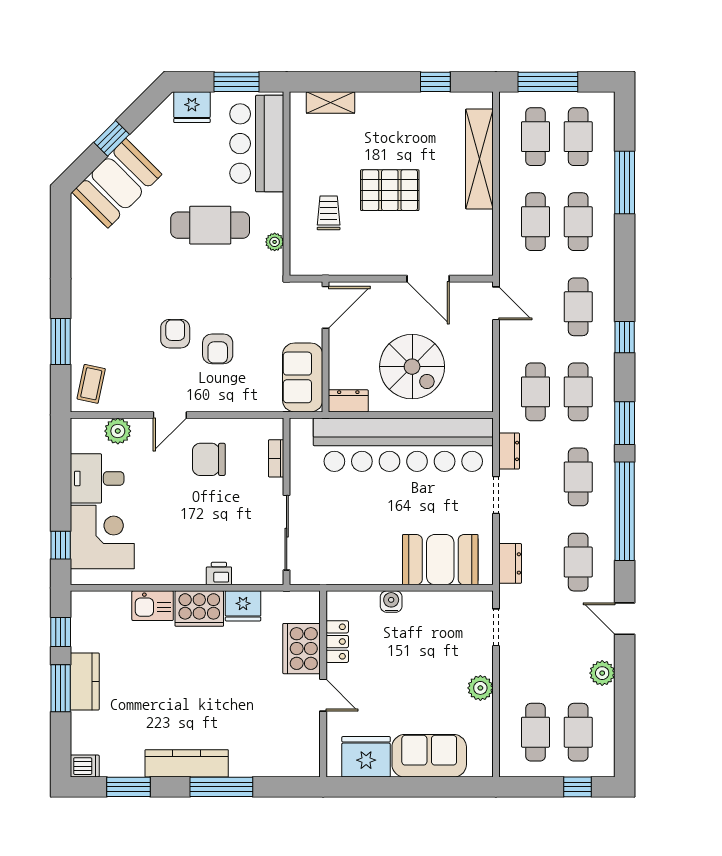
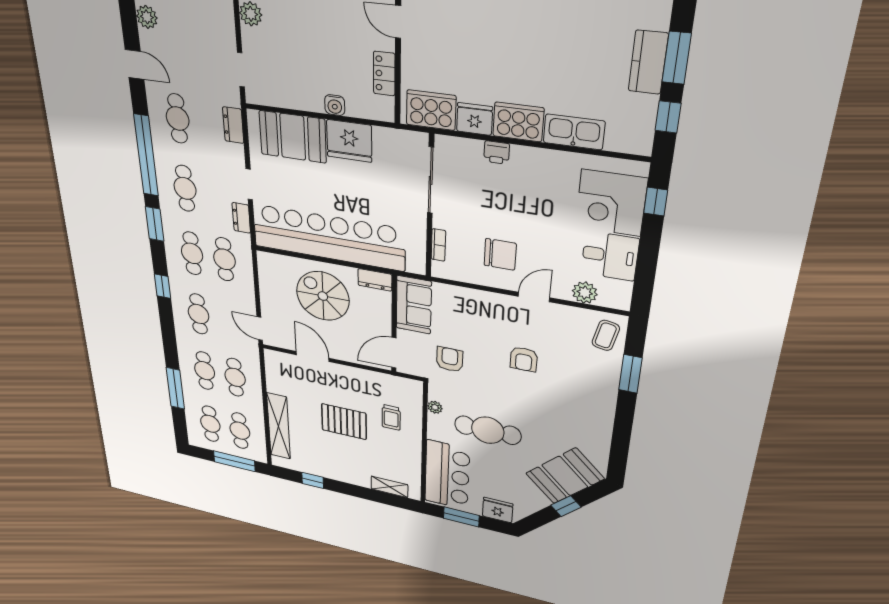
armchair: (218, 349) -> (450, 359), moved
fridge: (376, 564) -> (349, 141), added
kitchen sink: (153, 606) -> (574, 132), width x1.38
cooker: (302, 649) -> (431, 110), moved, turned -90

